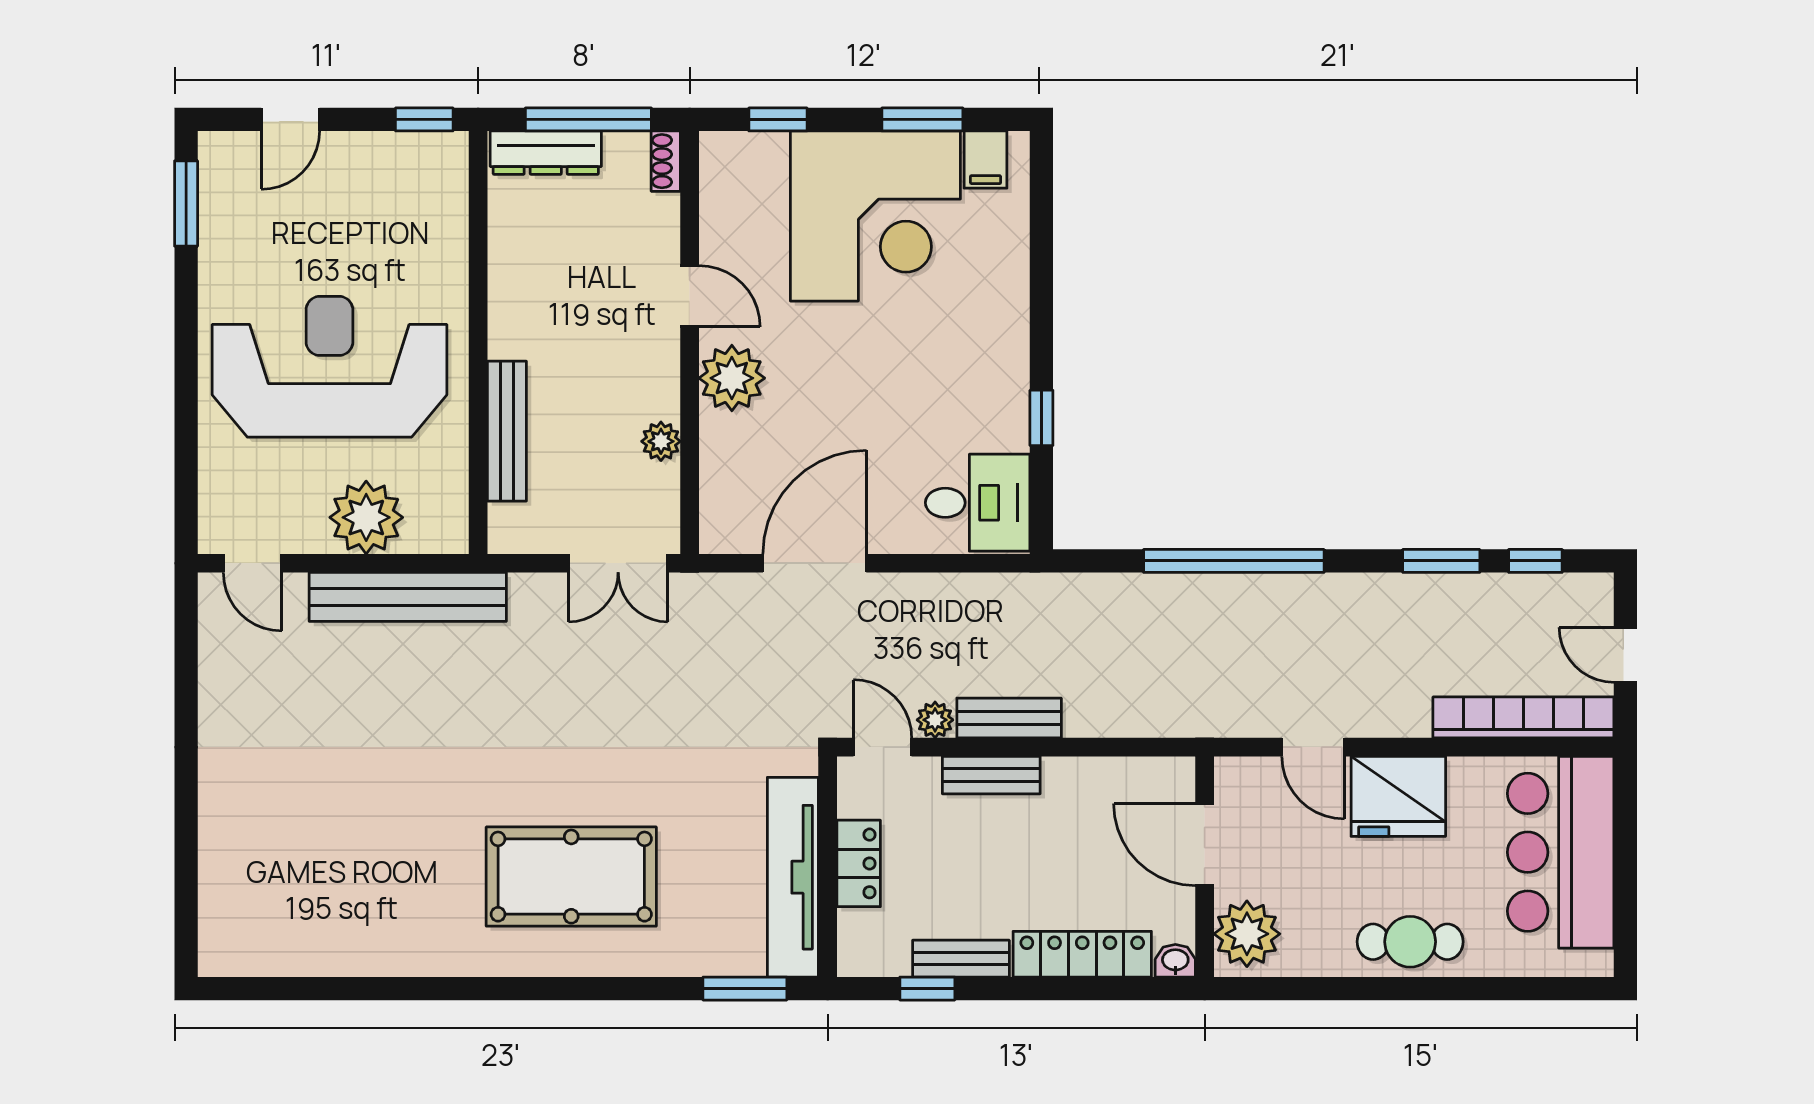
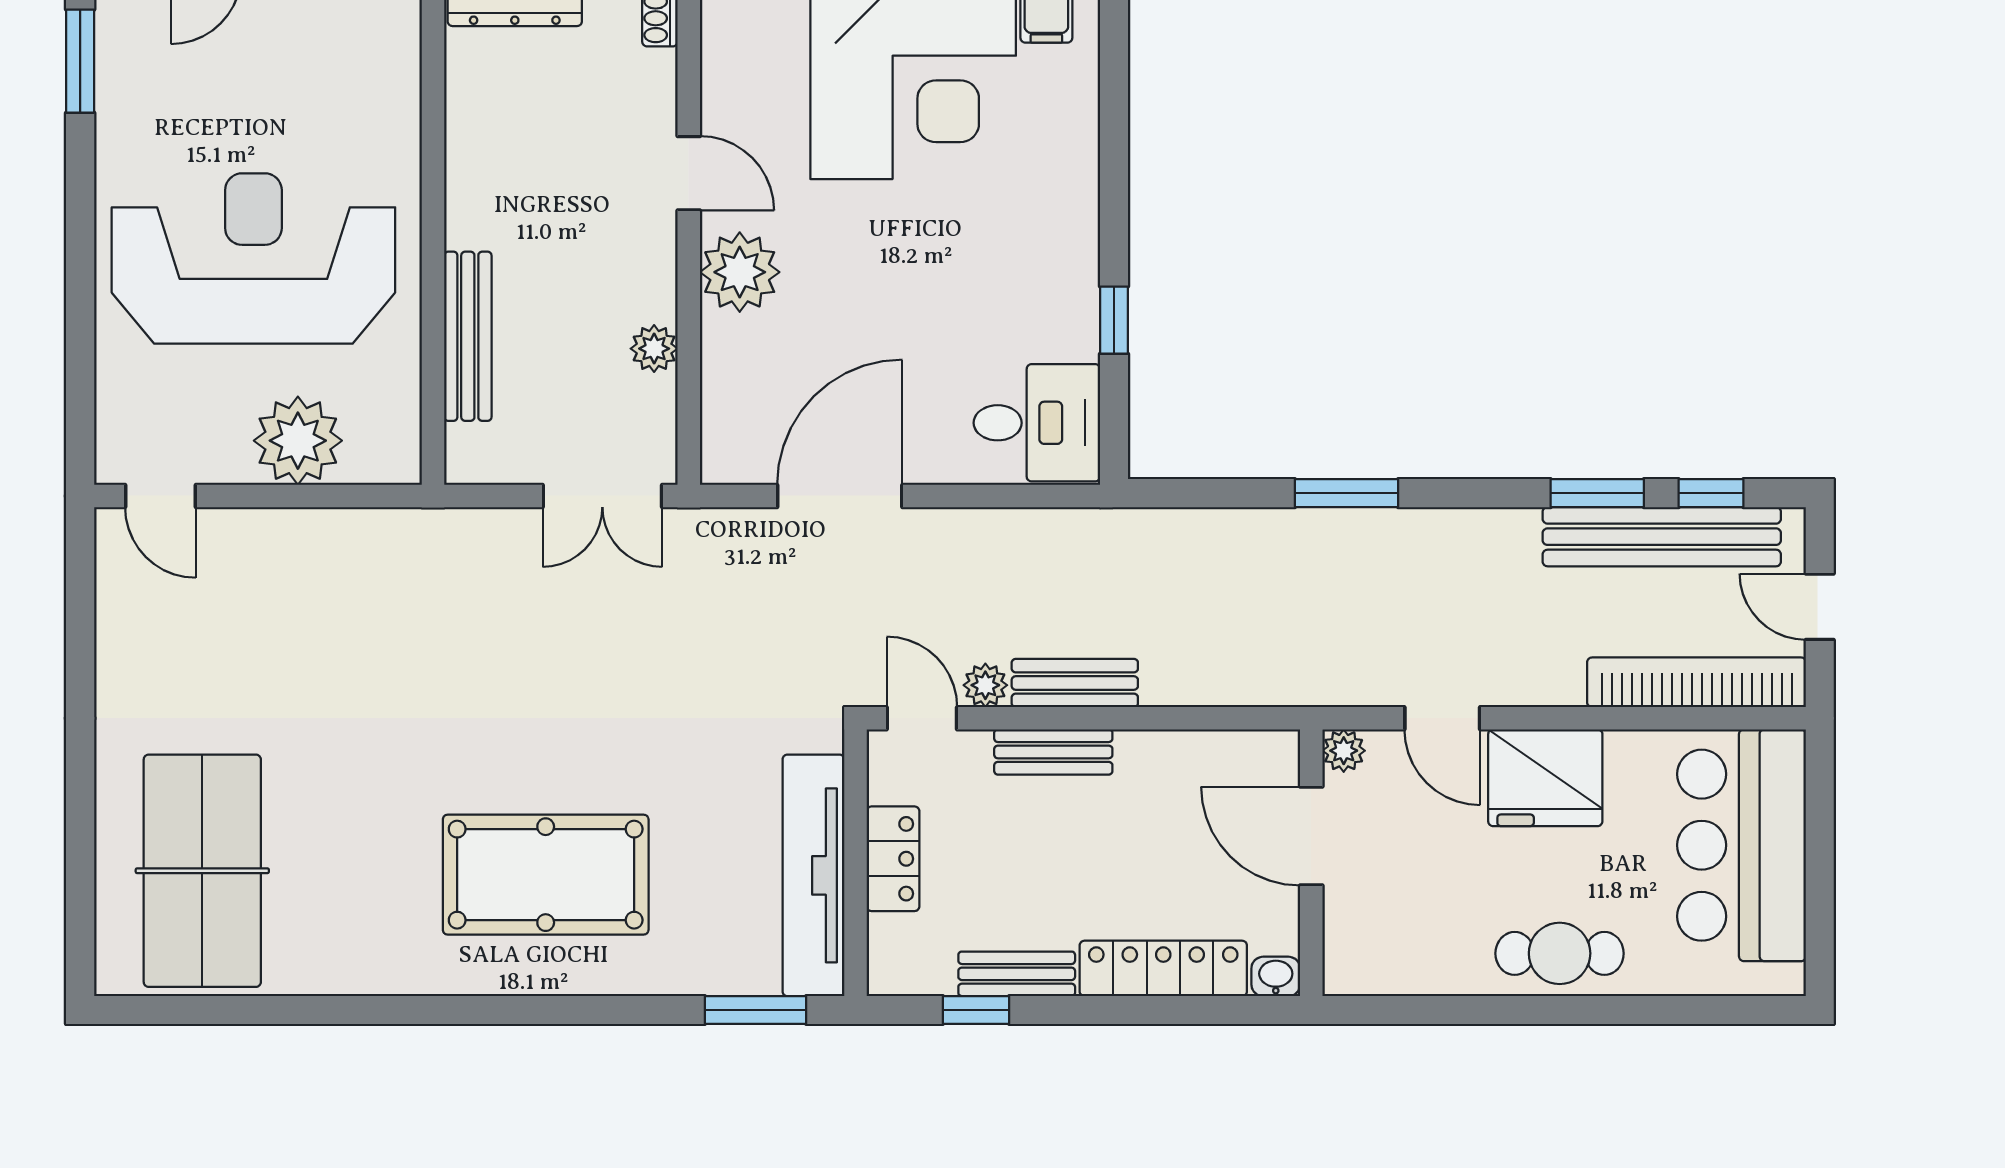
window: (1234, 561) -> (1346, 493), width x0.47
bench: (408, 597) -> (1662, 537), moved
table tennis table: (287, 873) -> (202, 871), added
plant: (1247, 934) -> (1344, 751), moved, width x0.53, depth x0.53

